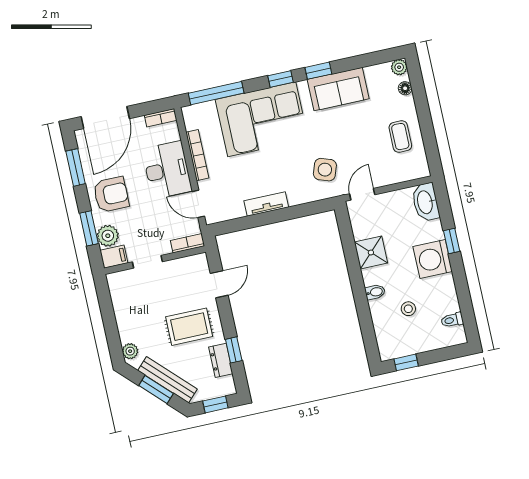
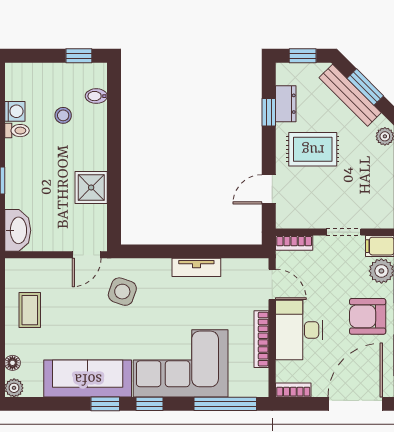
sofa: (338, 89) -> (88, 378), width x1.36
washing machine: (433, 259) -> (15, 111), moved, width x0.53, depth x0.53
bidet: (375, 292) -> (96, 96), moved
toilet: (452, 320) -> (17, 131), moved

